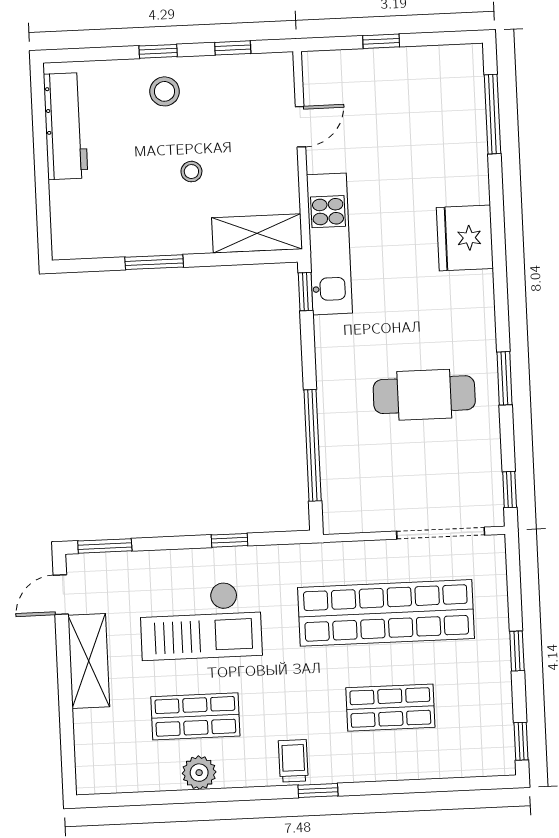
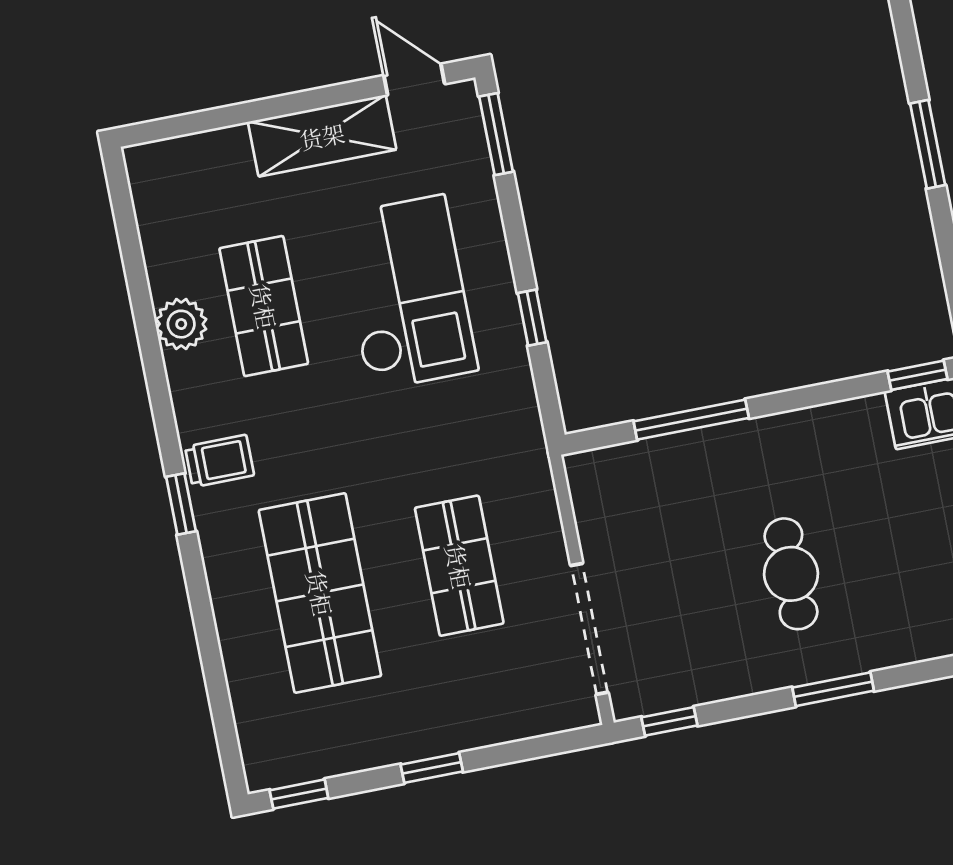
cafe table: (424, 395) -> (791, 574), width x0.73, depth x0.74
window: (313, 445) -> (691, 420), width x0.68
shop shelf: (386, 613) -> (459, 566), width x0.50, depth x0.74
checkout: (201, 621) -> (407, 293), turned 180
shop shelf: (390, 708) -> (320, 593), width x1.43, depth x1.36

